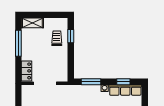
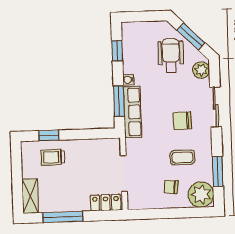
row of seats: (125, 90) -> (132, 112), moved

